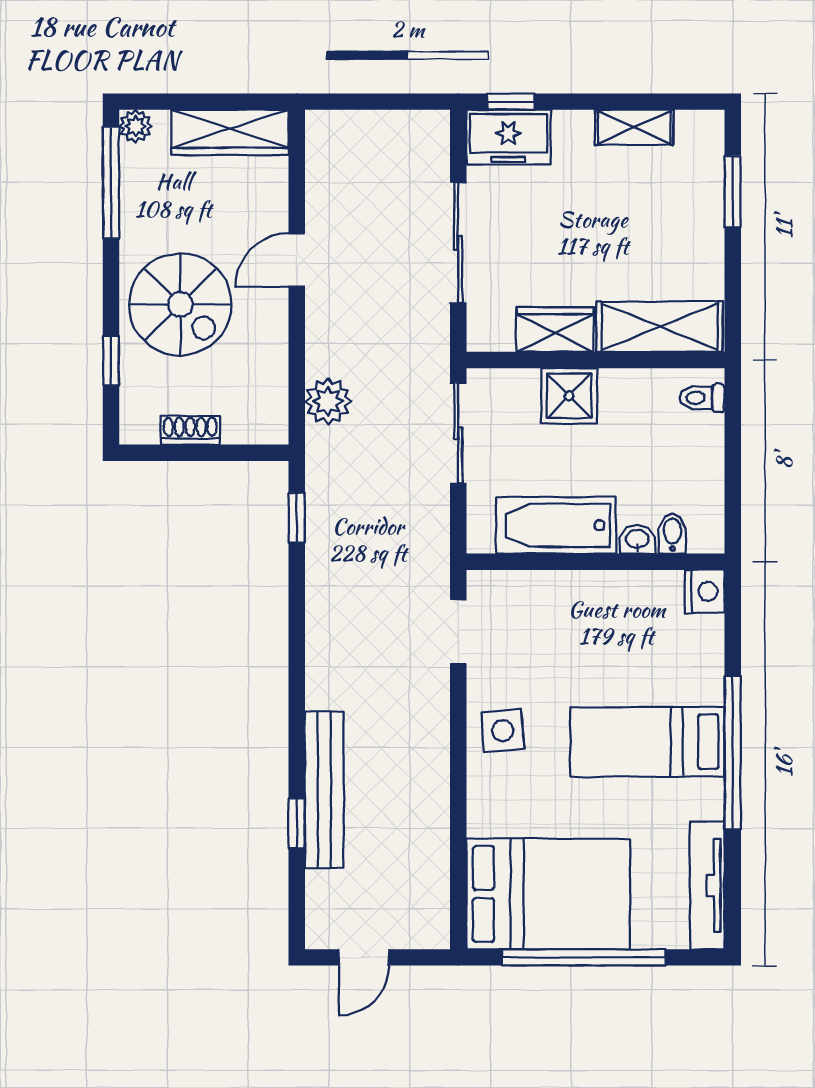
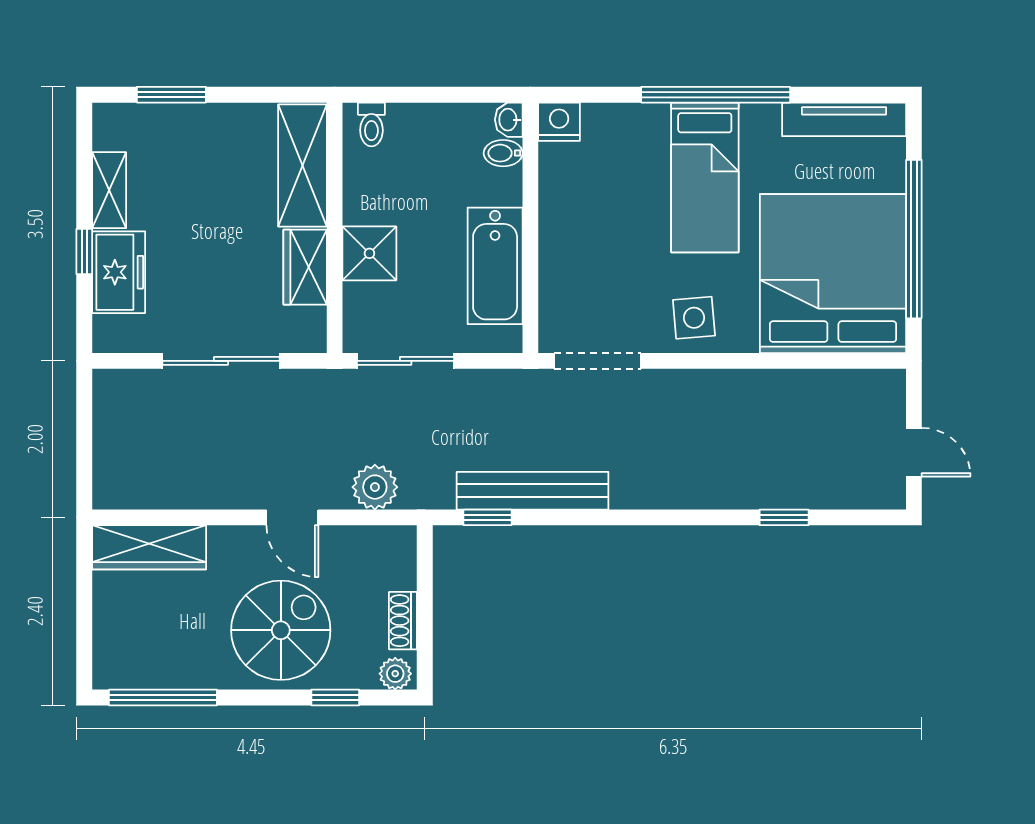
window: (511, 102) -> (84, 252), moved
plant: (136, 126) -> (395, 674), moved
wardrobe: (230, 132) -> (149, 547), moved, turned 90
freezer: (508, 137) -> (119, 272), moved
door: (297, 260) -> (292, 517), moved
washbasin: (637, 539) -> (509, 120), moved
doorway: (458, 631) -> (598, 361), width x1.38
bench: (324, 790) -> (533, 491), moved
bed: (548, 894) -> (833, 274), width x1.36

